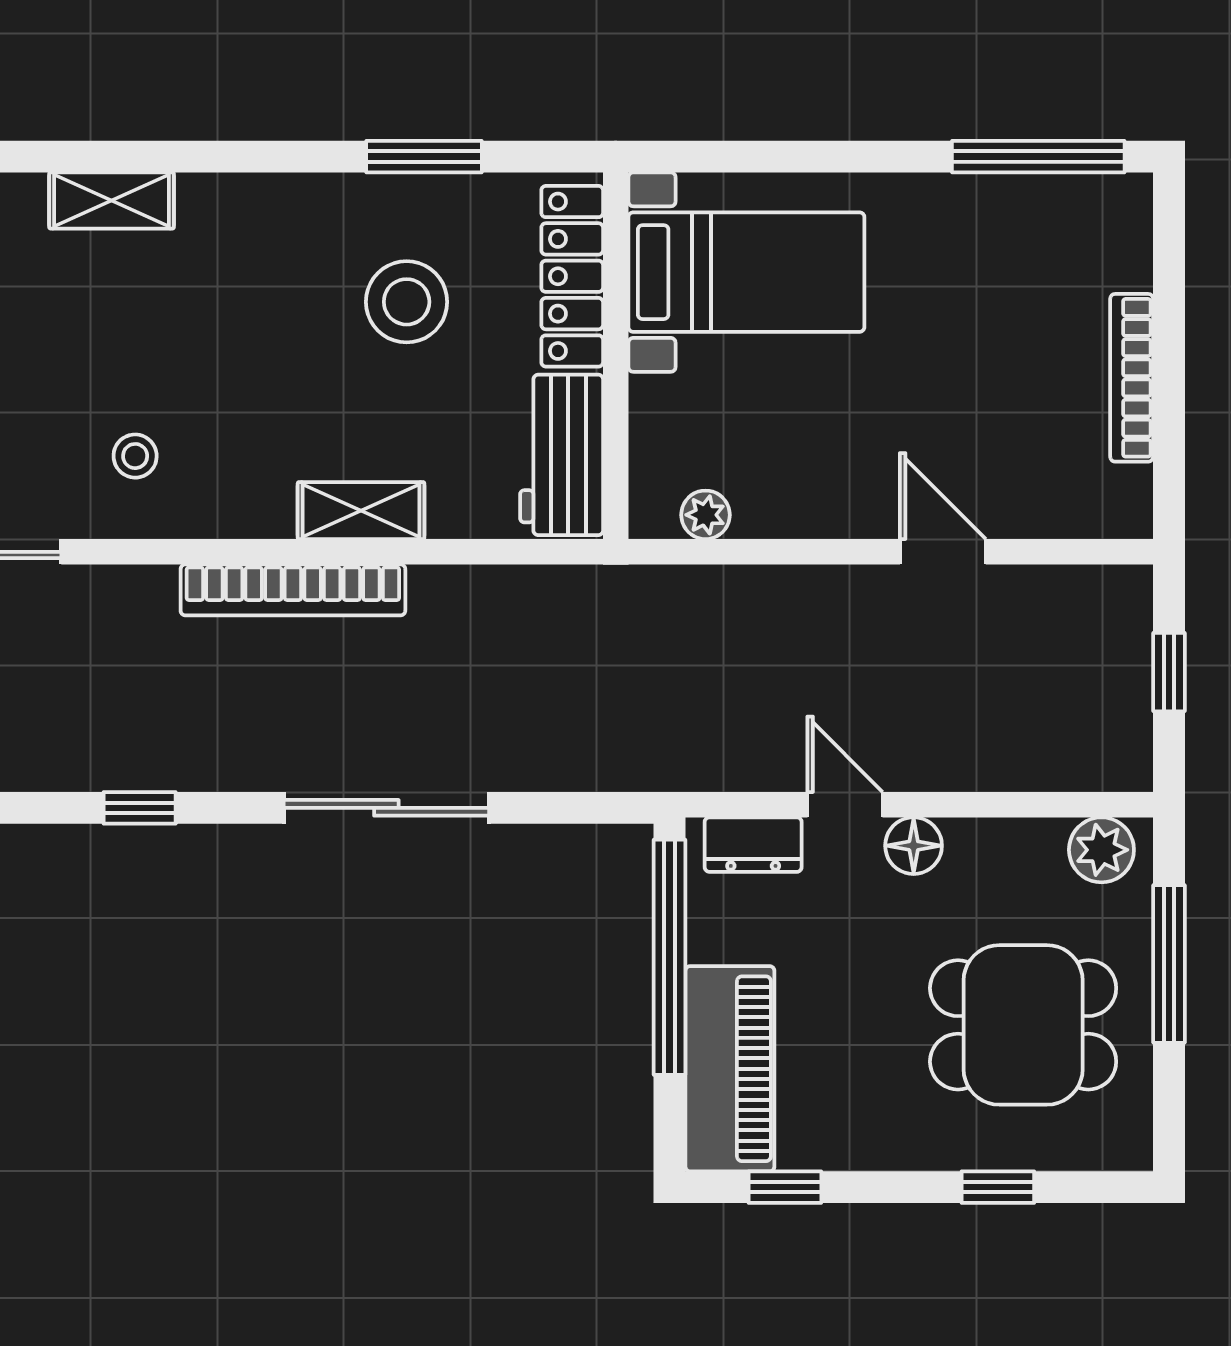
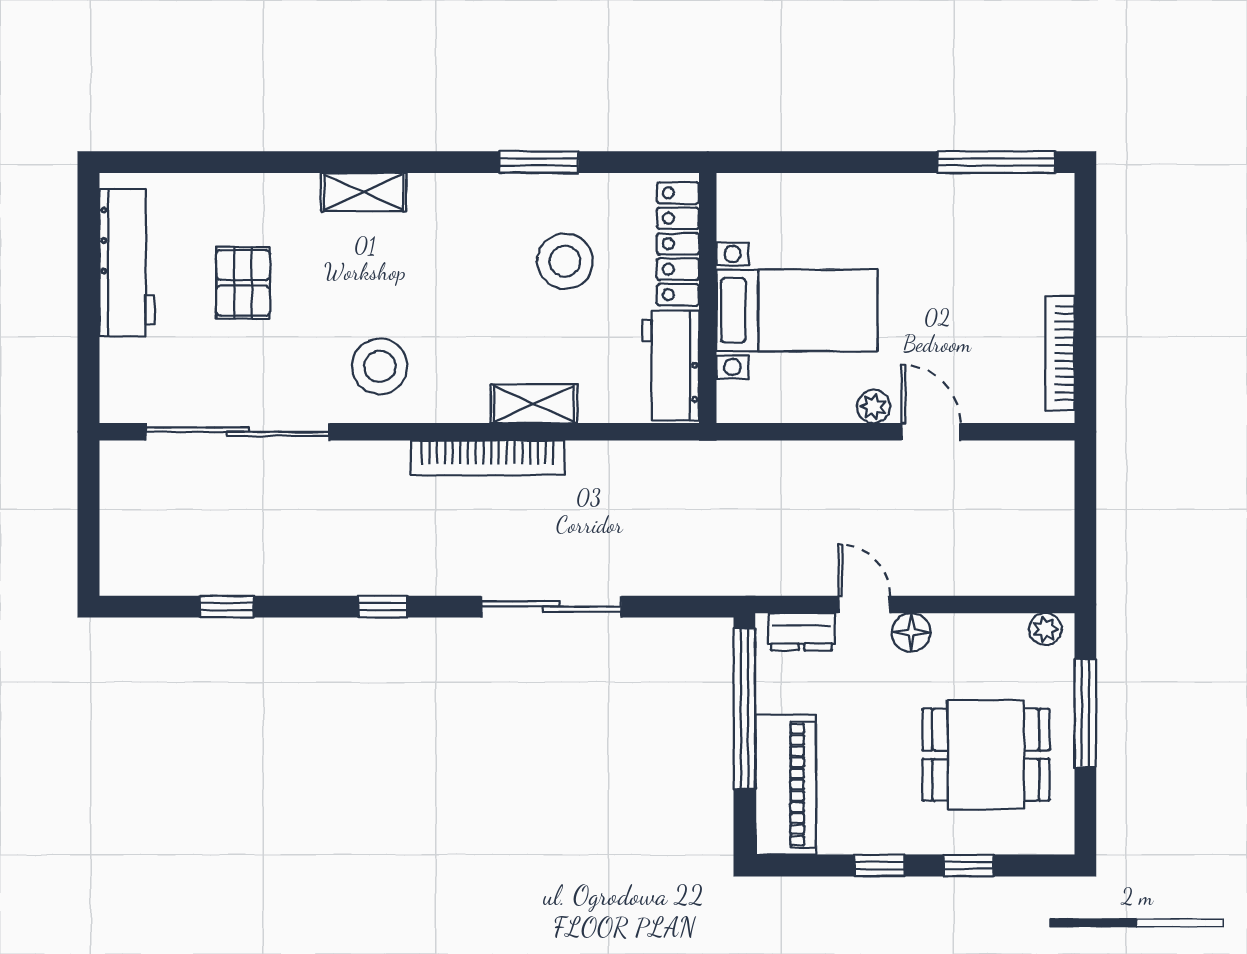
window: (424, 157) -> (539, 162), moved
bed with nightstands: (746, 272) -> (797, 310), moved
bookcase: (1132, 378) -> (1060, 353), moved
stool: (135, 456) -> (380, 366), width x1.89, depth x1.89
plant: (706, 515) -> (873, 407), moved
window: (1169, 672) -> (1085, 514), removed
plant: (1101, 850) -> (1045, 629), width x0.73, depth x0.73
window: (785, 1187) -> (879, 865), moved

